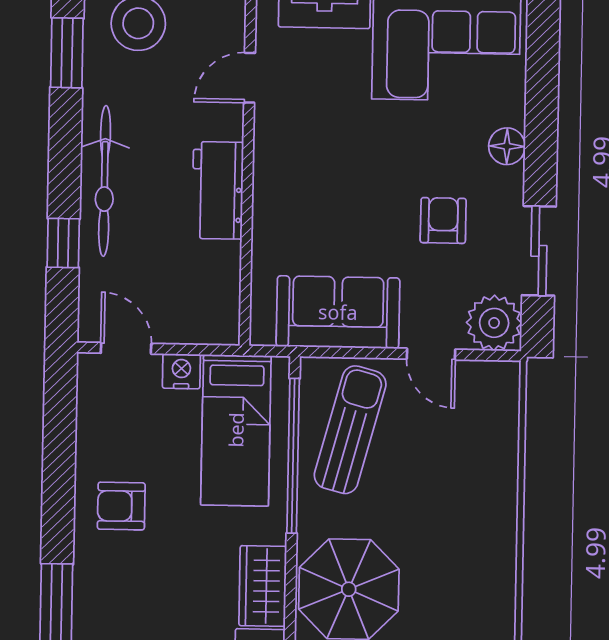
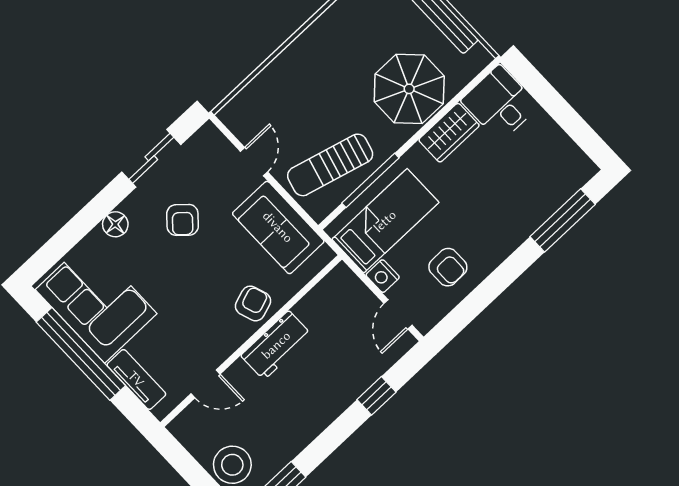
bicycle: (105, 181) -> (326, 405), removed
armchair: (285, 209) -> (253, 303), added
armchair: (443, 221) -> (183, 220), turned -48
plant: (494, 323) -> (208, 146), removed
window: (293, 456) -> (370, 180), width x0.68
armchair: (121, 506) -> (448, 267), moved

